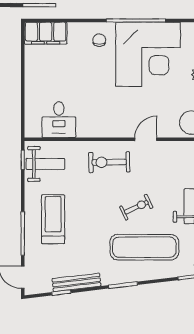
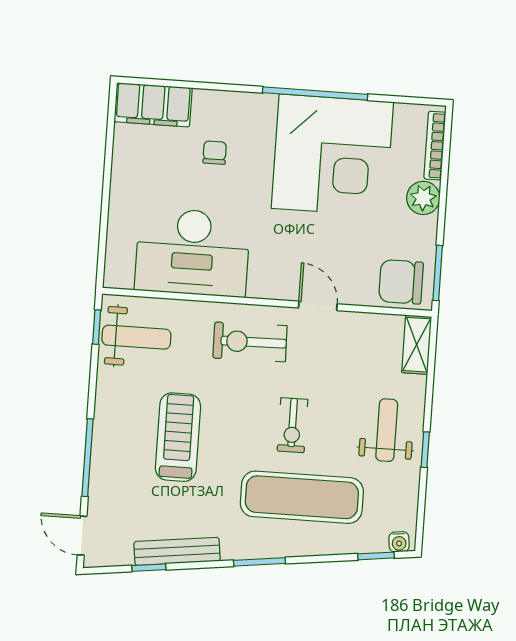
chair: (99, 40) -> (215, 153), moved
desk: (59, 120) -> (192, 252), width x1.87, depth x1.30
door: (146, 139) -> (318, 306), hinge flipped
exercise bike: (136, 207) -> (292, 425), turned 115
treadmill: (53, 219) -> (178, 437), moved

